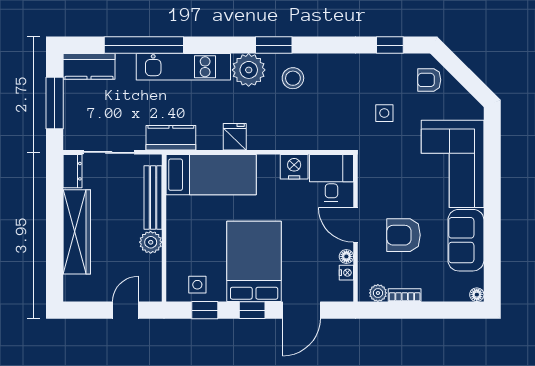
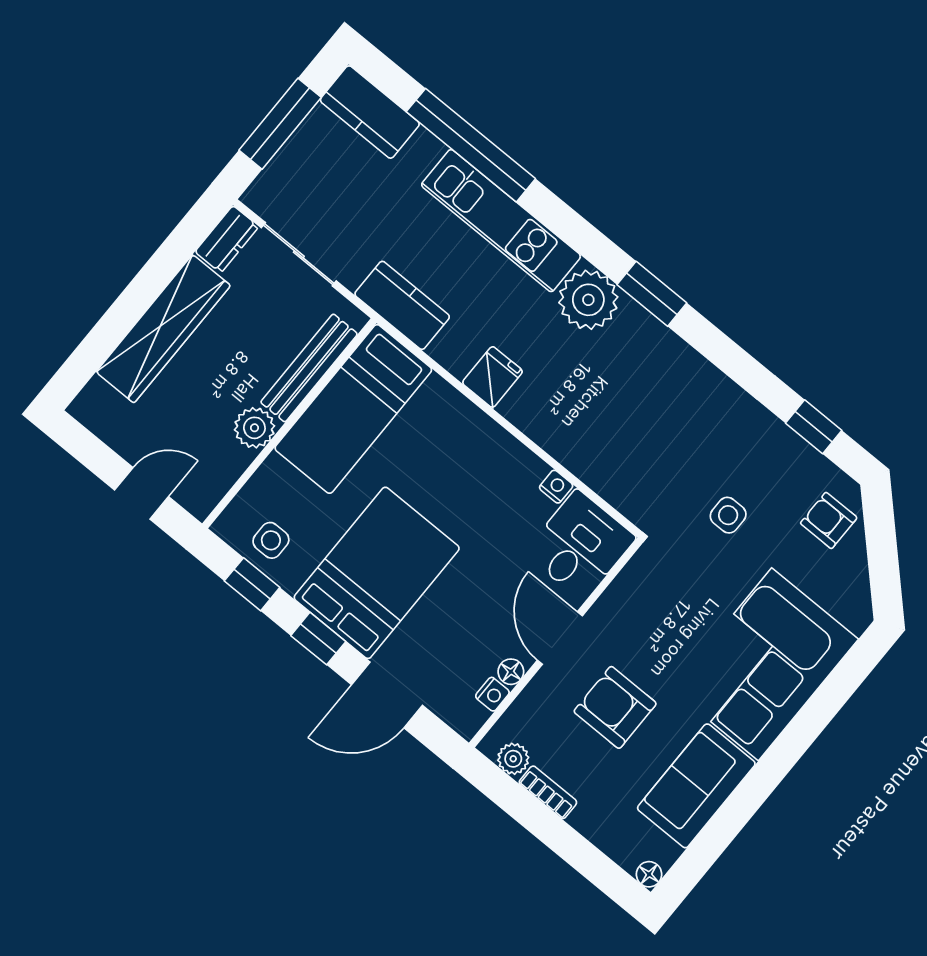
stool: (293, 78) -> (641, 362), removed
nightstand: (294, 167) -> (556, 487), width x0.53, depth x0.56
bed: (211, 175) -> (353, 409), moved, turned 90

